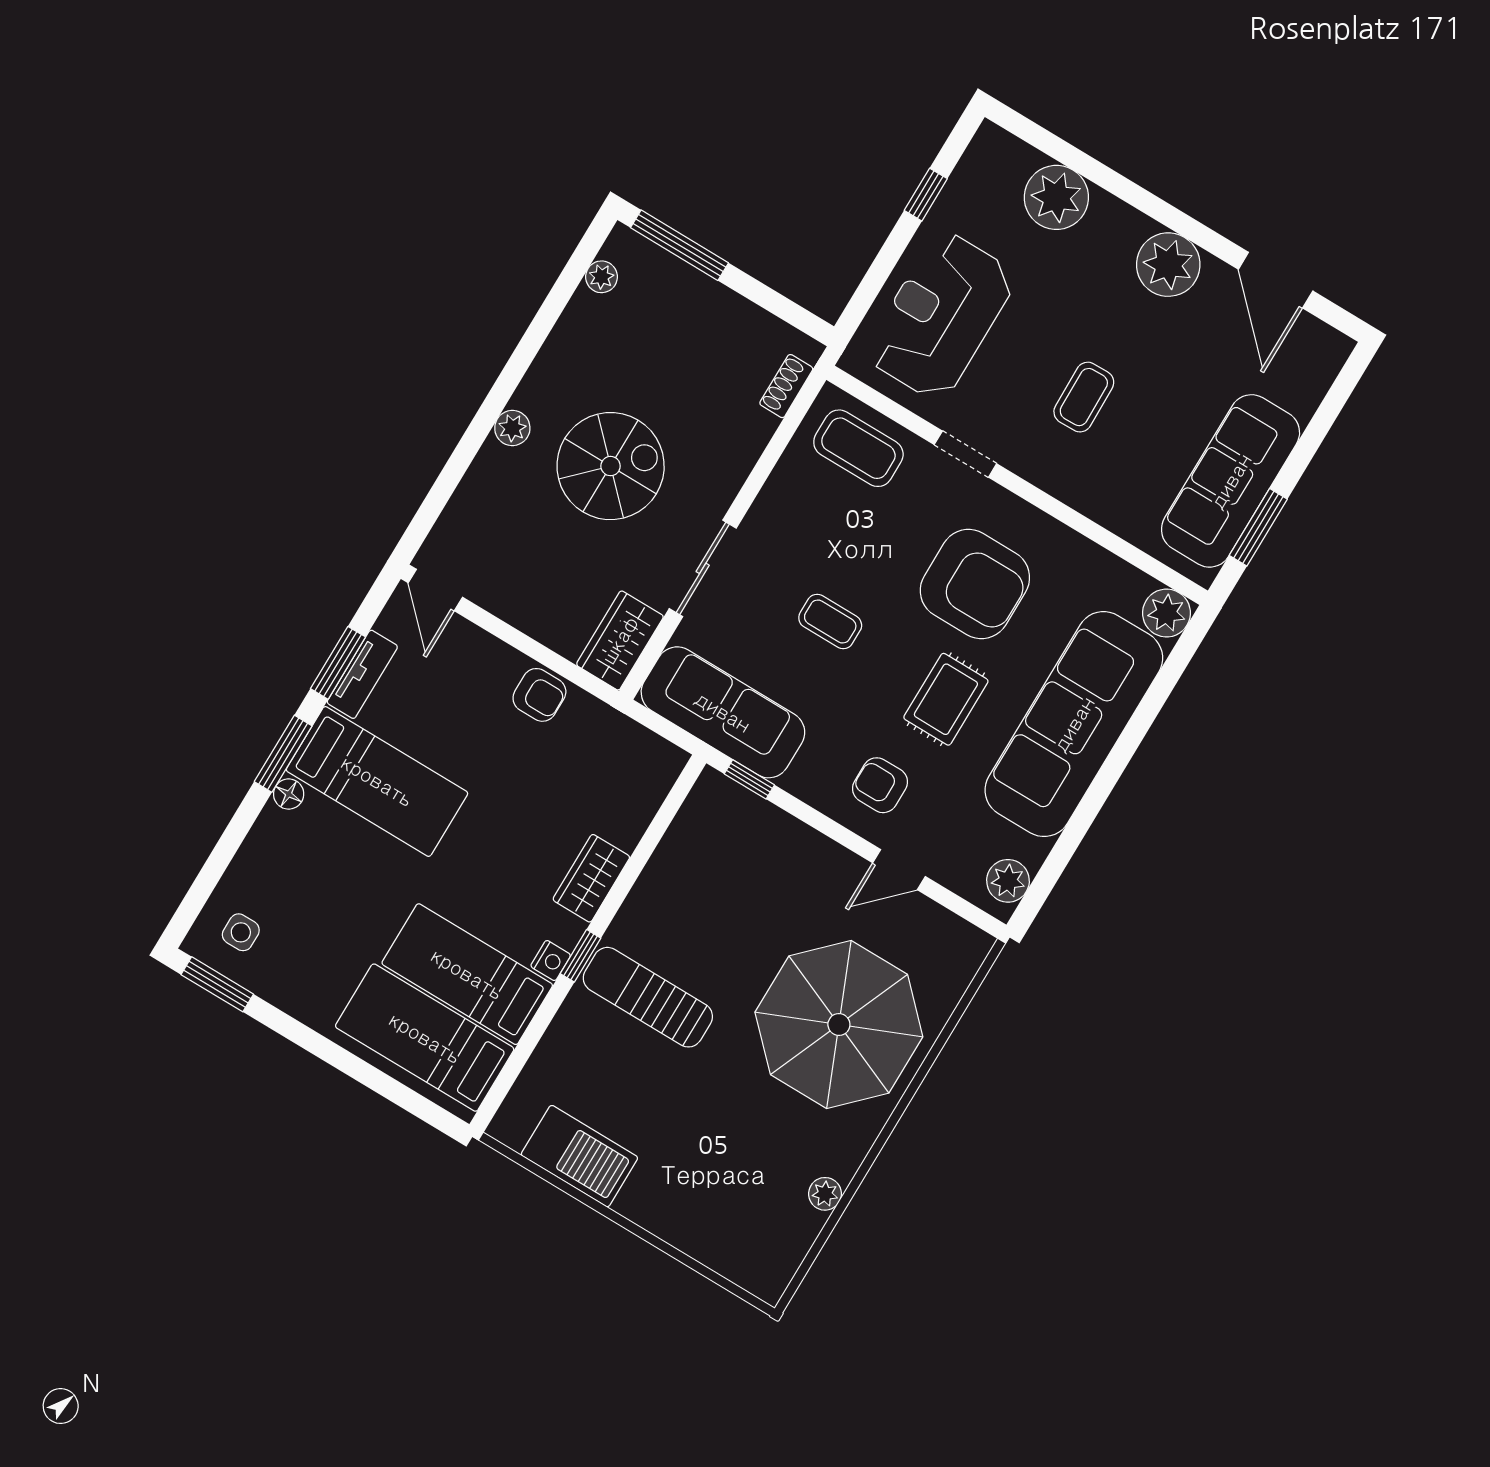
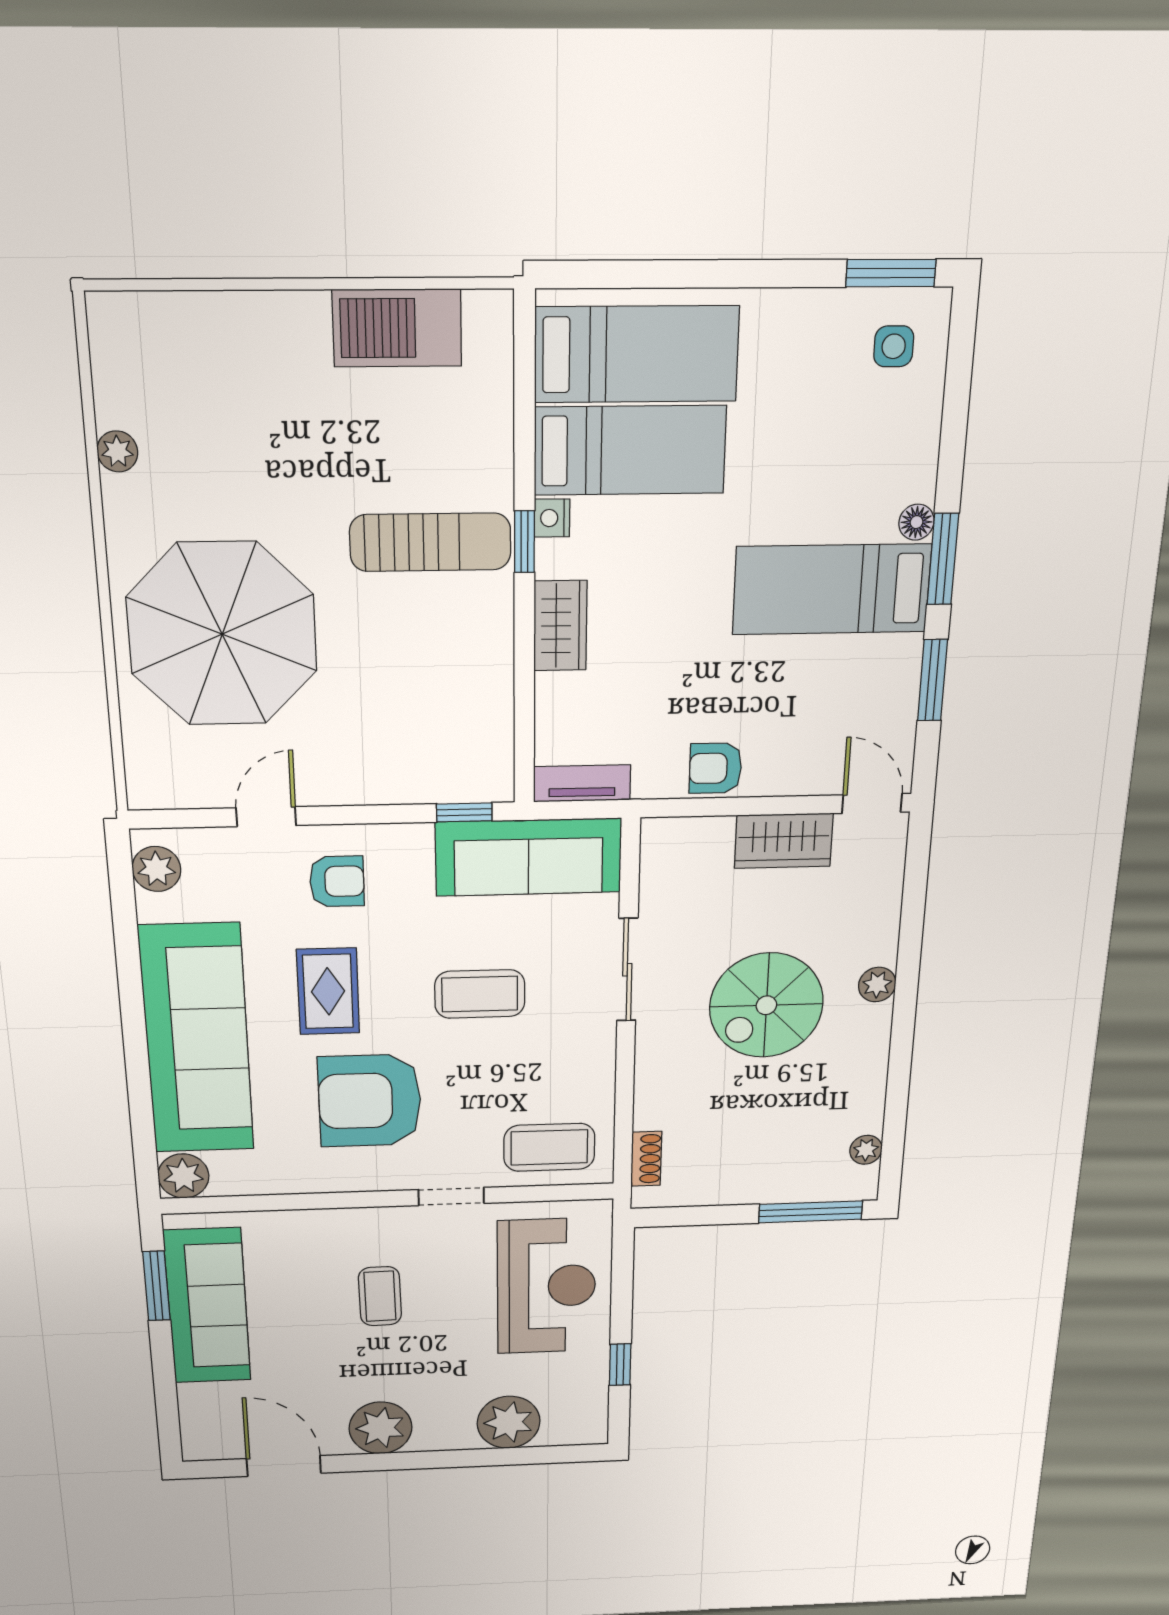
coffee table: (830, 622) -> (480, 994), width x1.36, depth x1.30
wardrobe: (620, 640) -> (784, 841), moved, turned 90
tv unit: (362, 674) -> (582, 783), moved, turned 90

